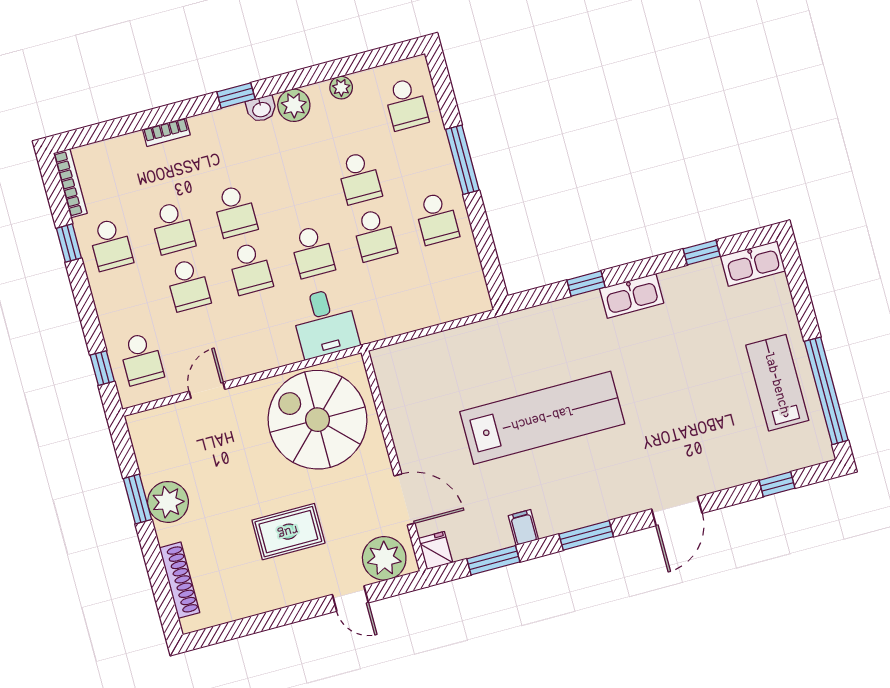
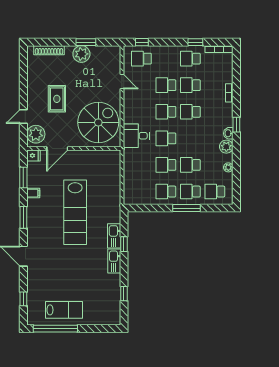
school desk: (421, 161) -> (190, 192), added
kitchen sink: (753, 264) -> (114, 236), moved

